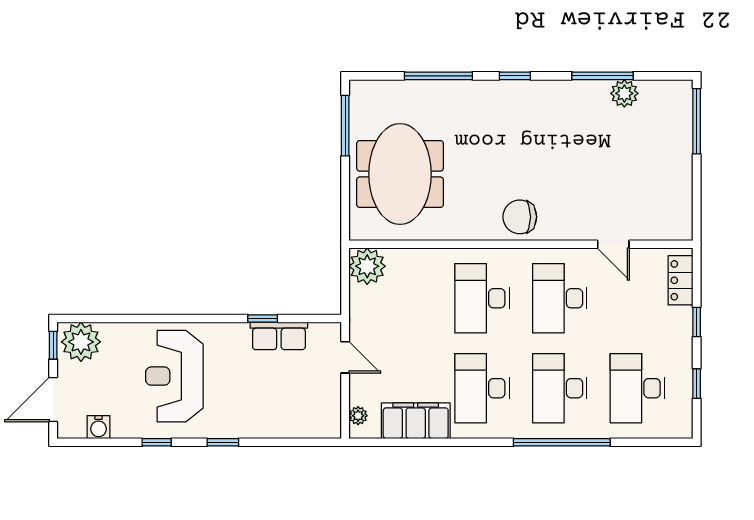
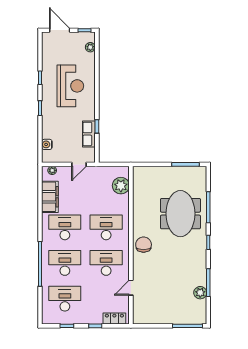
meeting table: (400, 174) -> (180, 214), moved, turned 90
plant: (367, 266) -> (121, 186), moved
plant: (81, 342) -> (90, 47), width x0.53, depth x0.53
reception desk: (174, 376) -> (70, 86), turned 90
water cooler: (98, 427) -> (47, 144), moved

